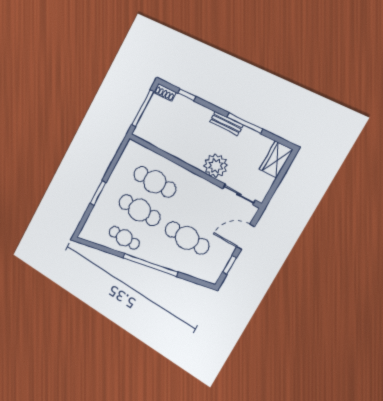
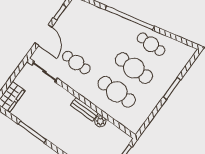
bench: (226, 123) -> (84, 109), moved
plant: (216, 166) -> (100, 121), moved, width x0.53, depth x0.53
door: (246, 237) -> (43, 35), hinge flipped
cafe table: (187, 238) -> (76, 63), moved, width x0.73, depth x0.74

